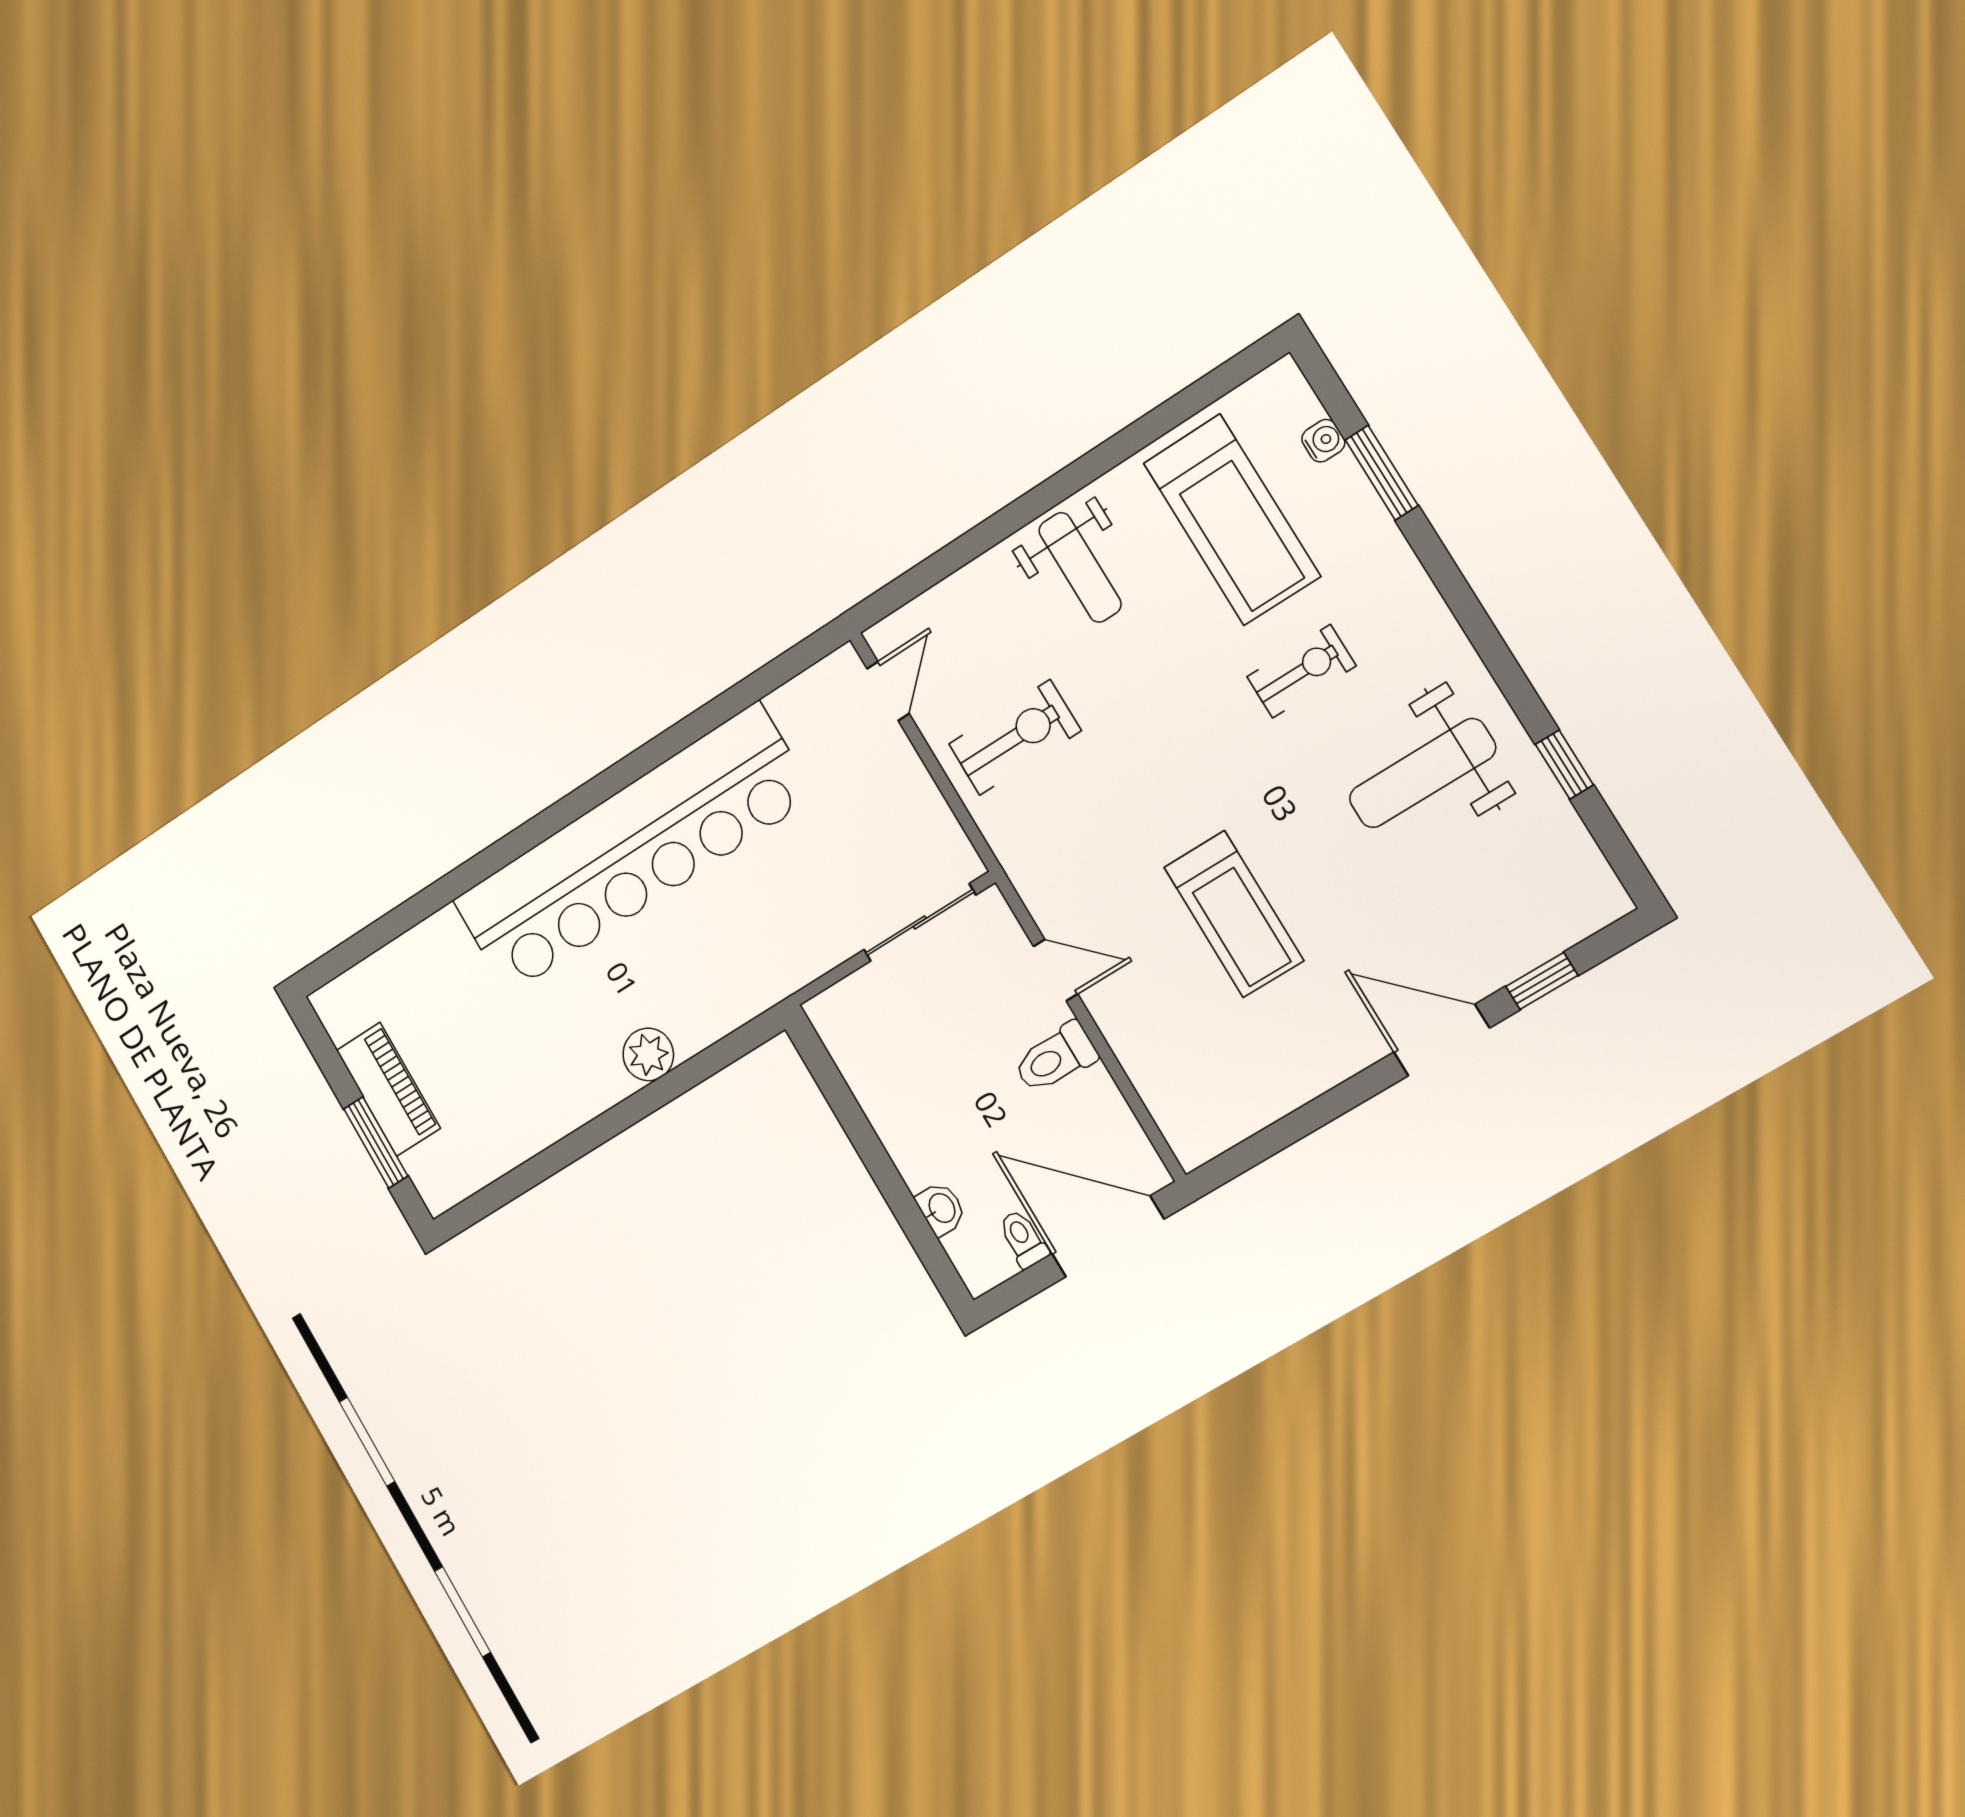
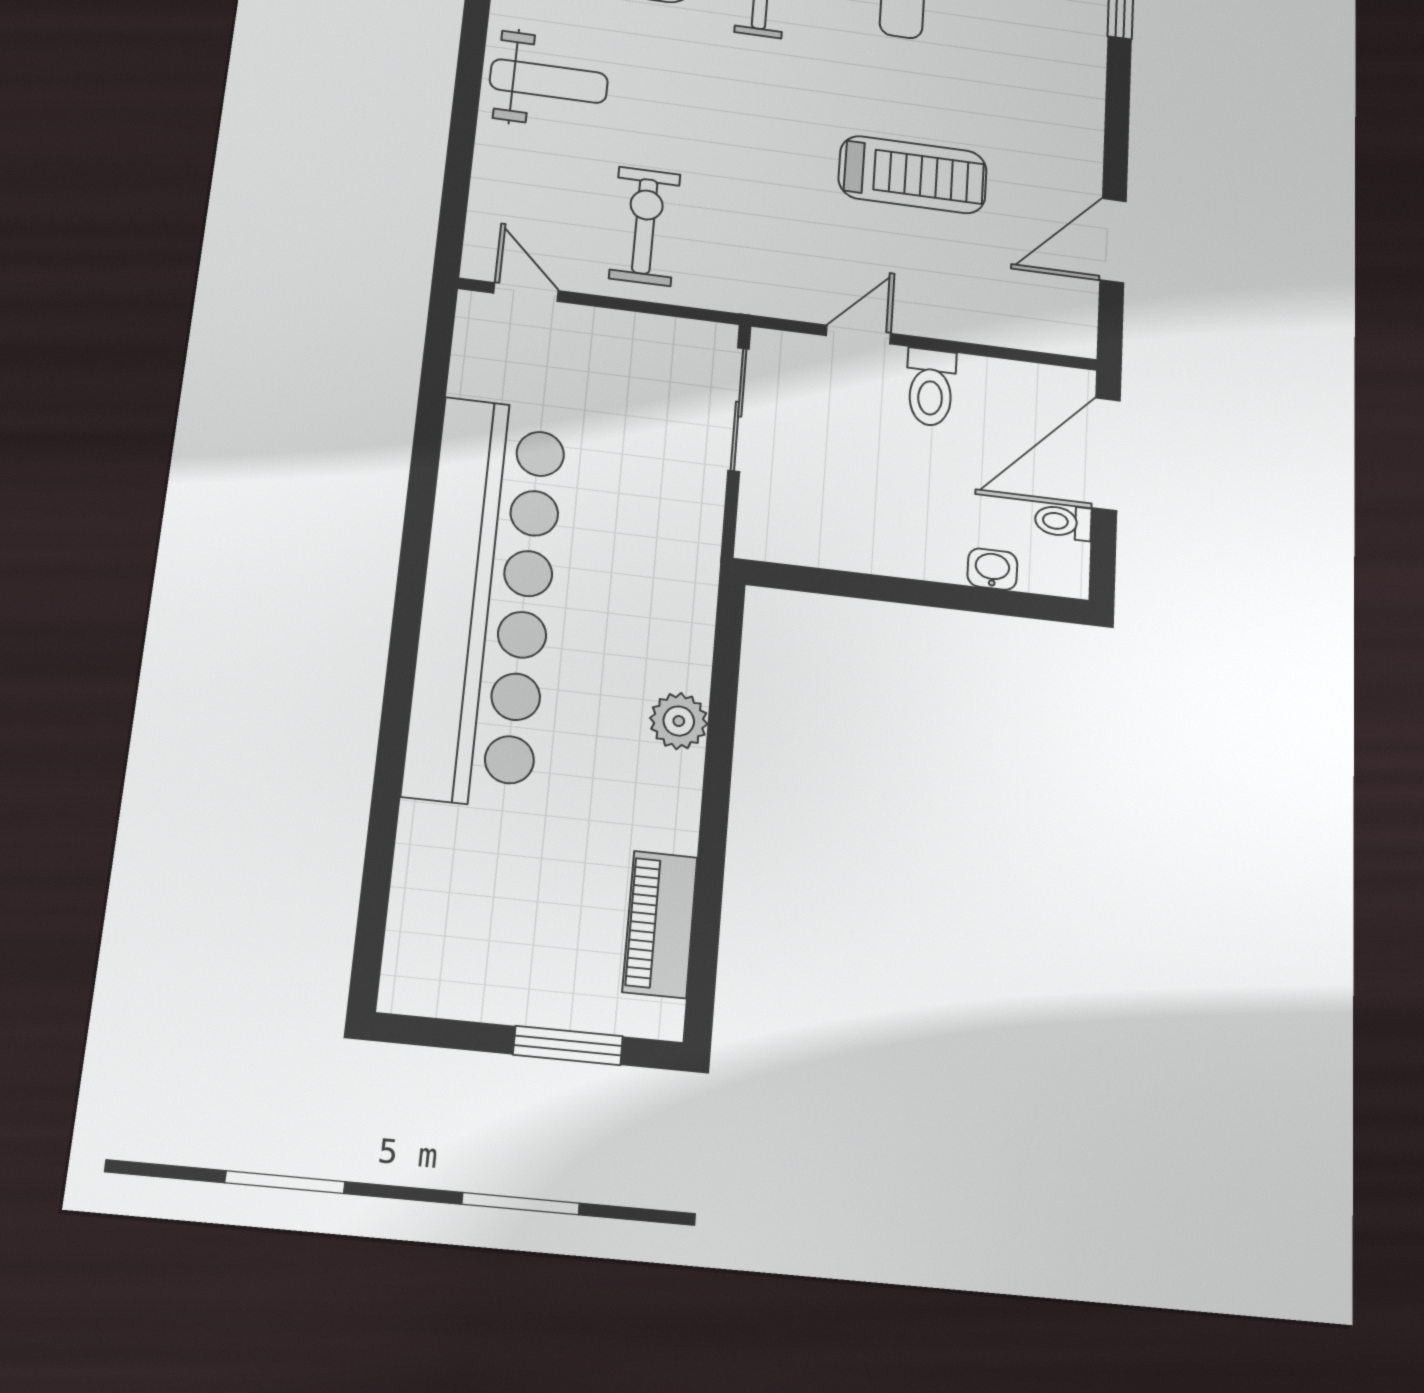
door: (1442, 1040) -> (1113, 241), moved
piano: (388, 1089) -> (660, 924), moved, turned -90

